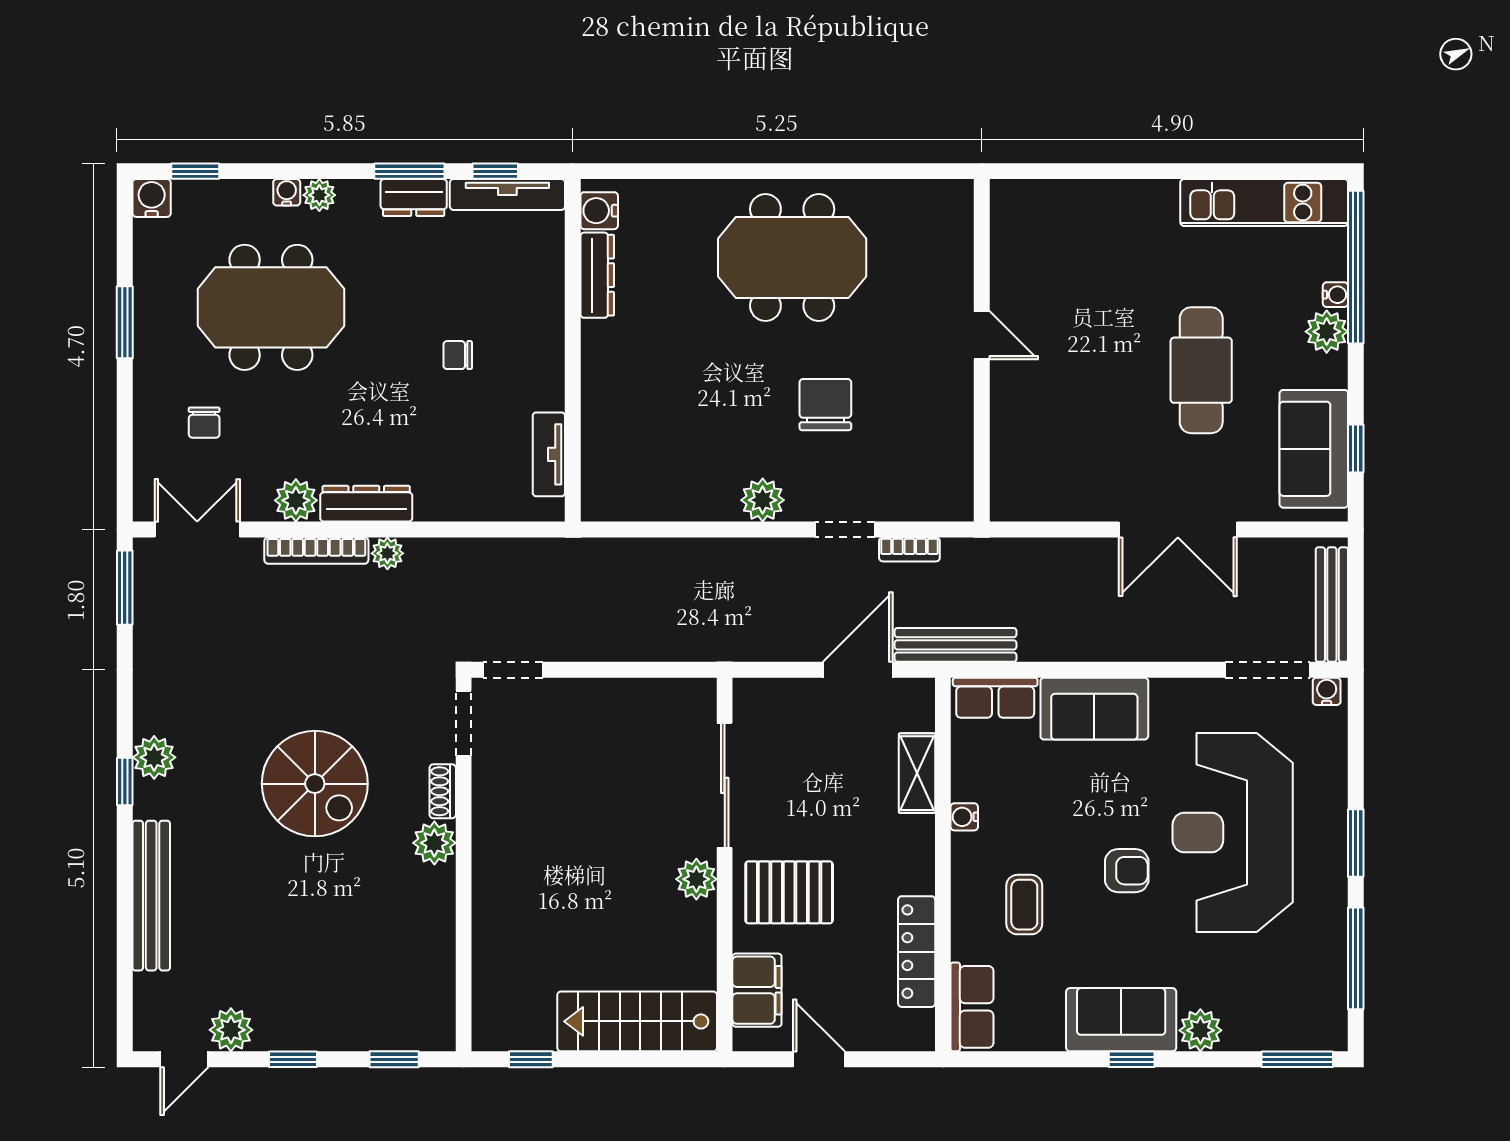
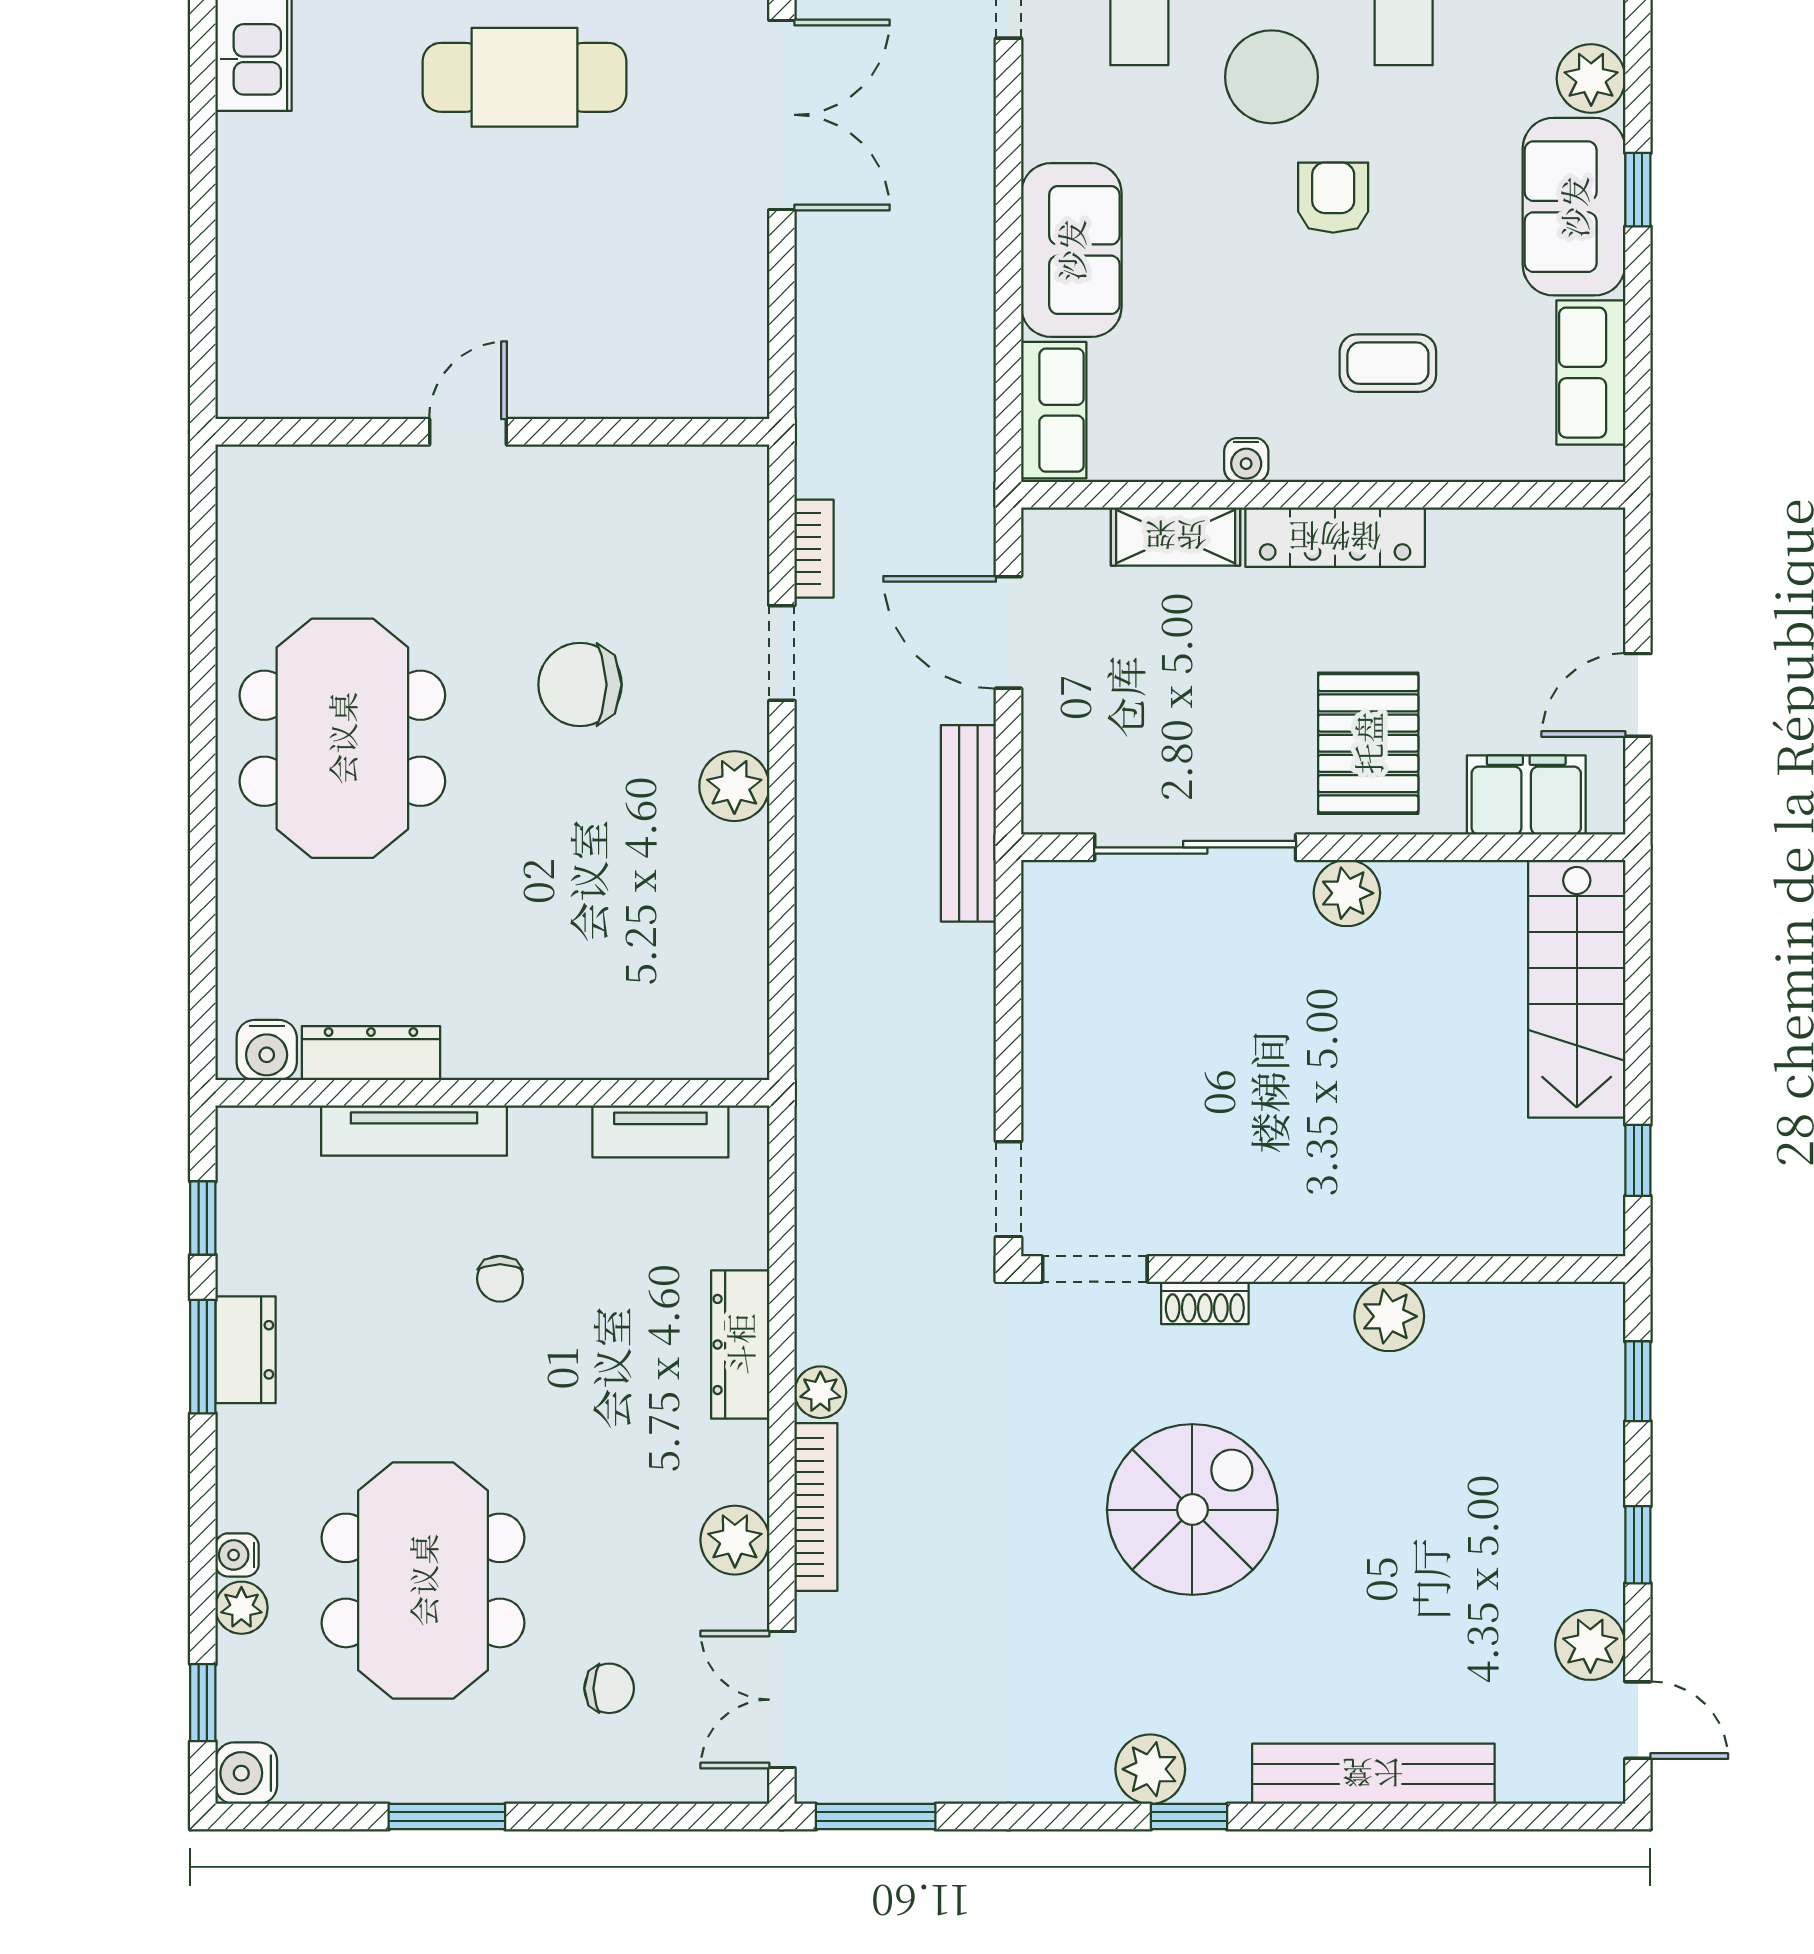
tv unit: (507, 194) -> (414, 1131), moved, turned 90
plant: (319, 195) -> (241, 1608), moved
dresser: (366, 504) -> (740, 1344), moved
bench: (955, 645) -> (968, 823), moved
plant: (434, 843) -> (1389, 1316), moved
locker: (917, 952) -> (1335, 537), moved
row of seats: (972, 1007) -> (1591, 373), moved, turned -90

